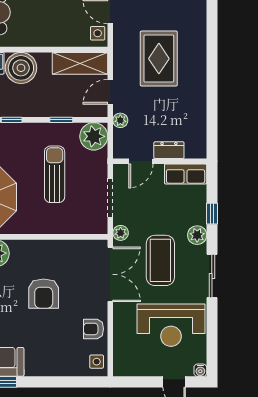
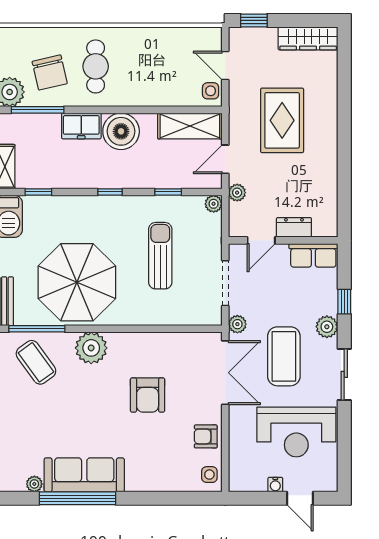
plant: (94, 136) -> (214, 204), width x0.53, depth x0.53
water cooler: (200, 370) -> (275, 485), moved

